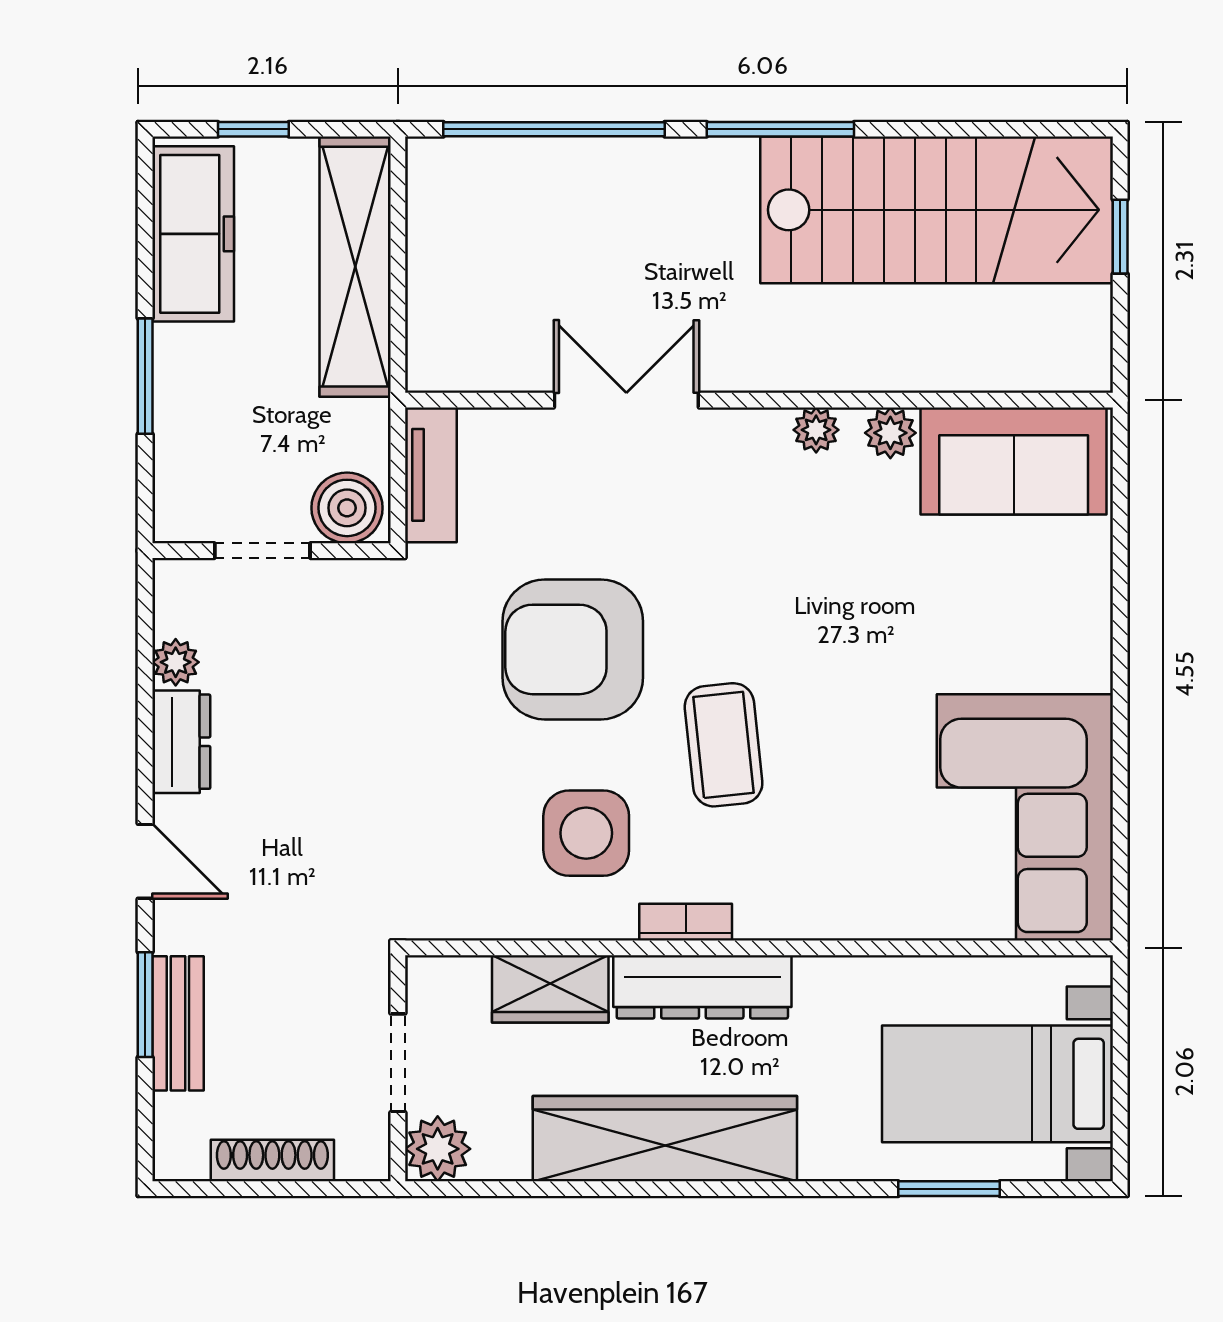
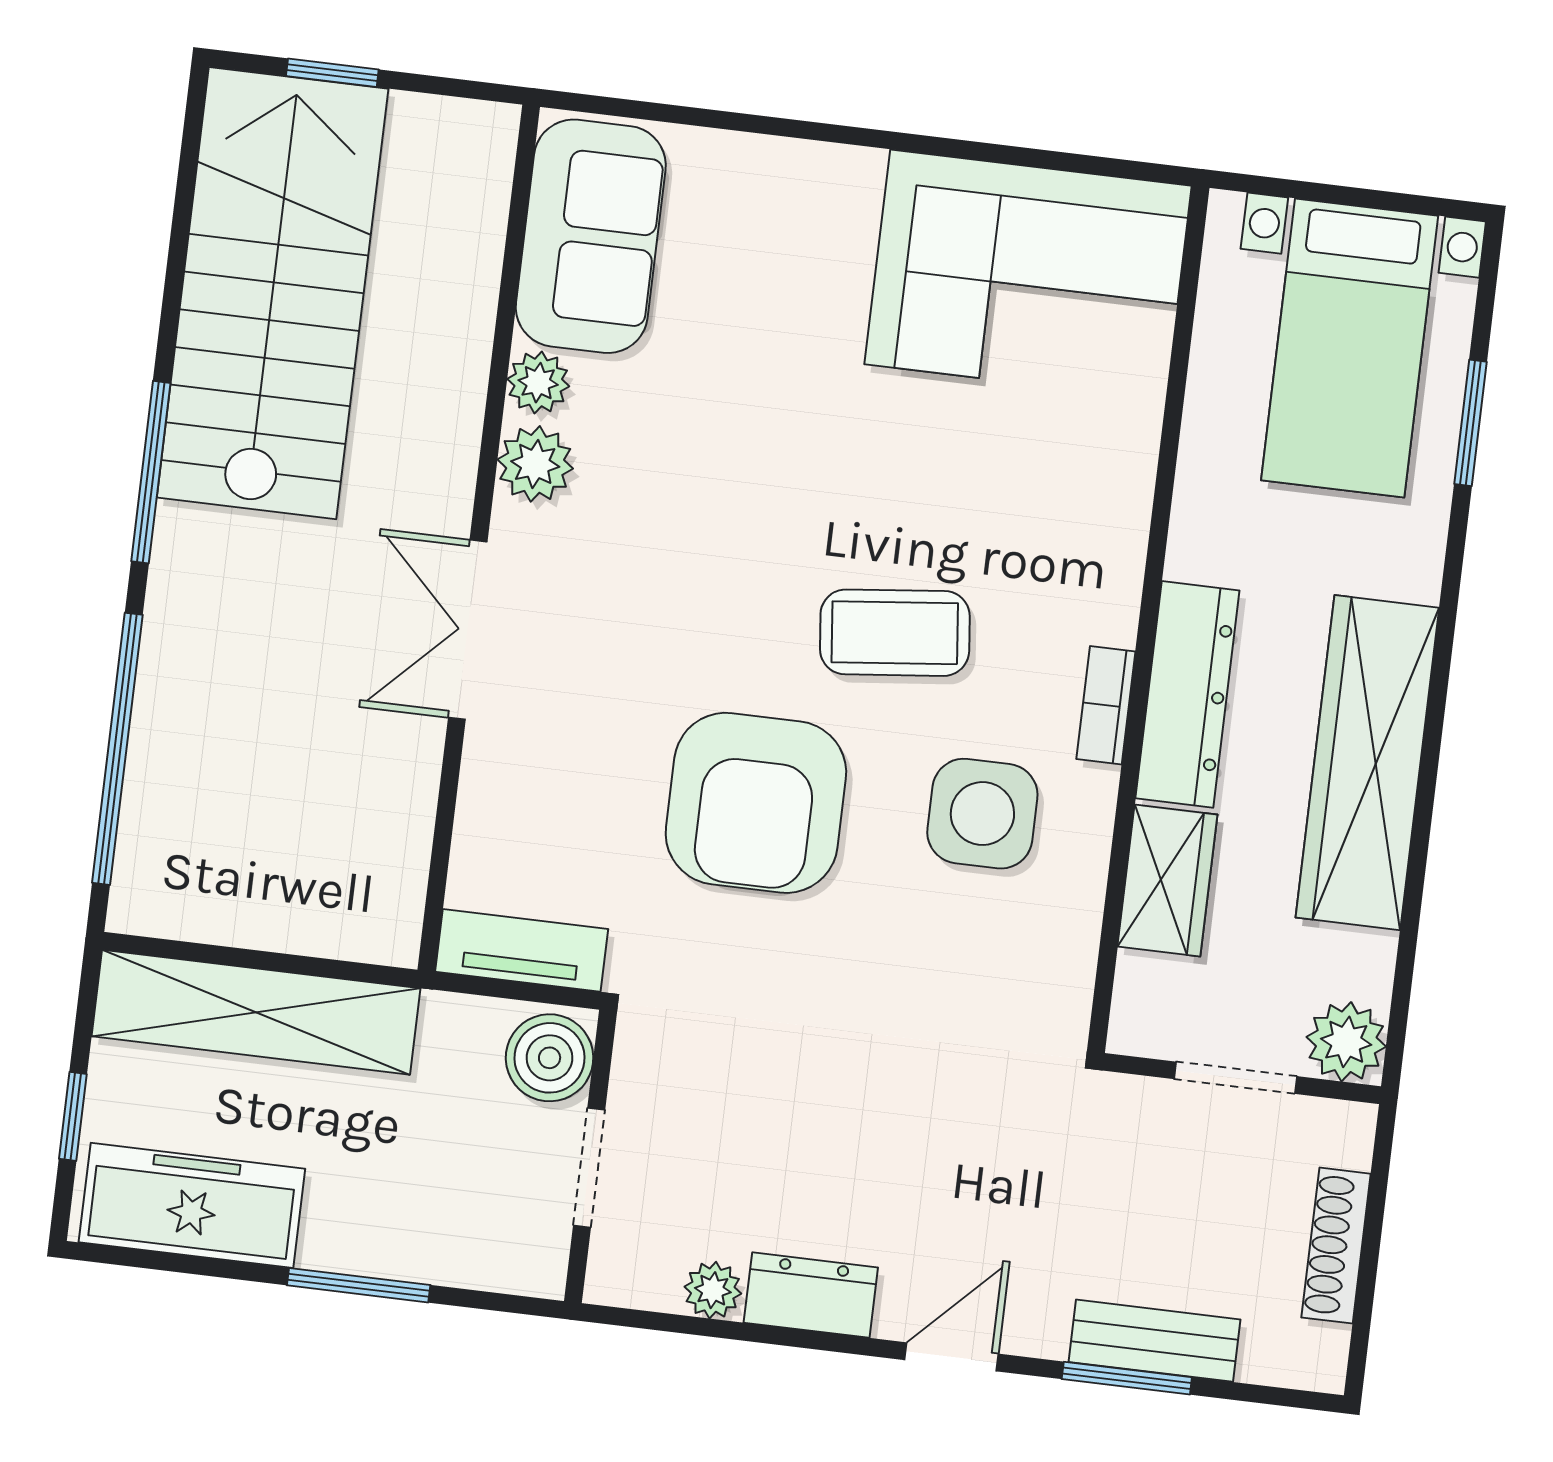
double door: (626, 400) -> (468, 630), moved
plant: (816, 430) -> (535, 464), width x1.38, depth x1.38

